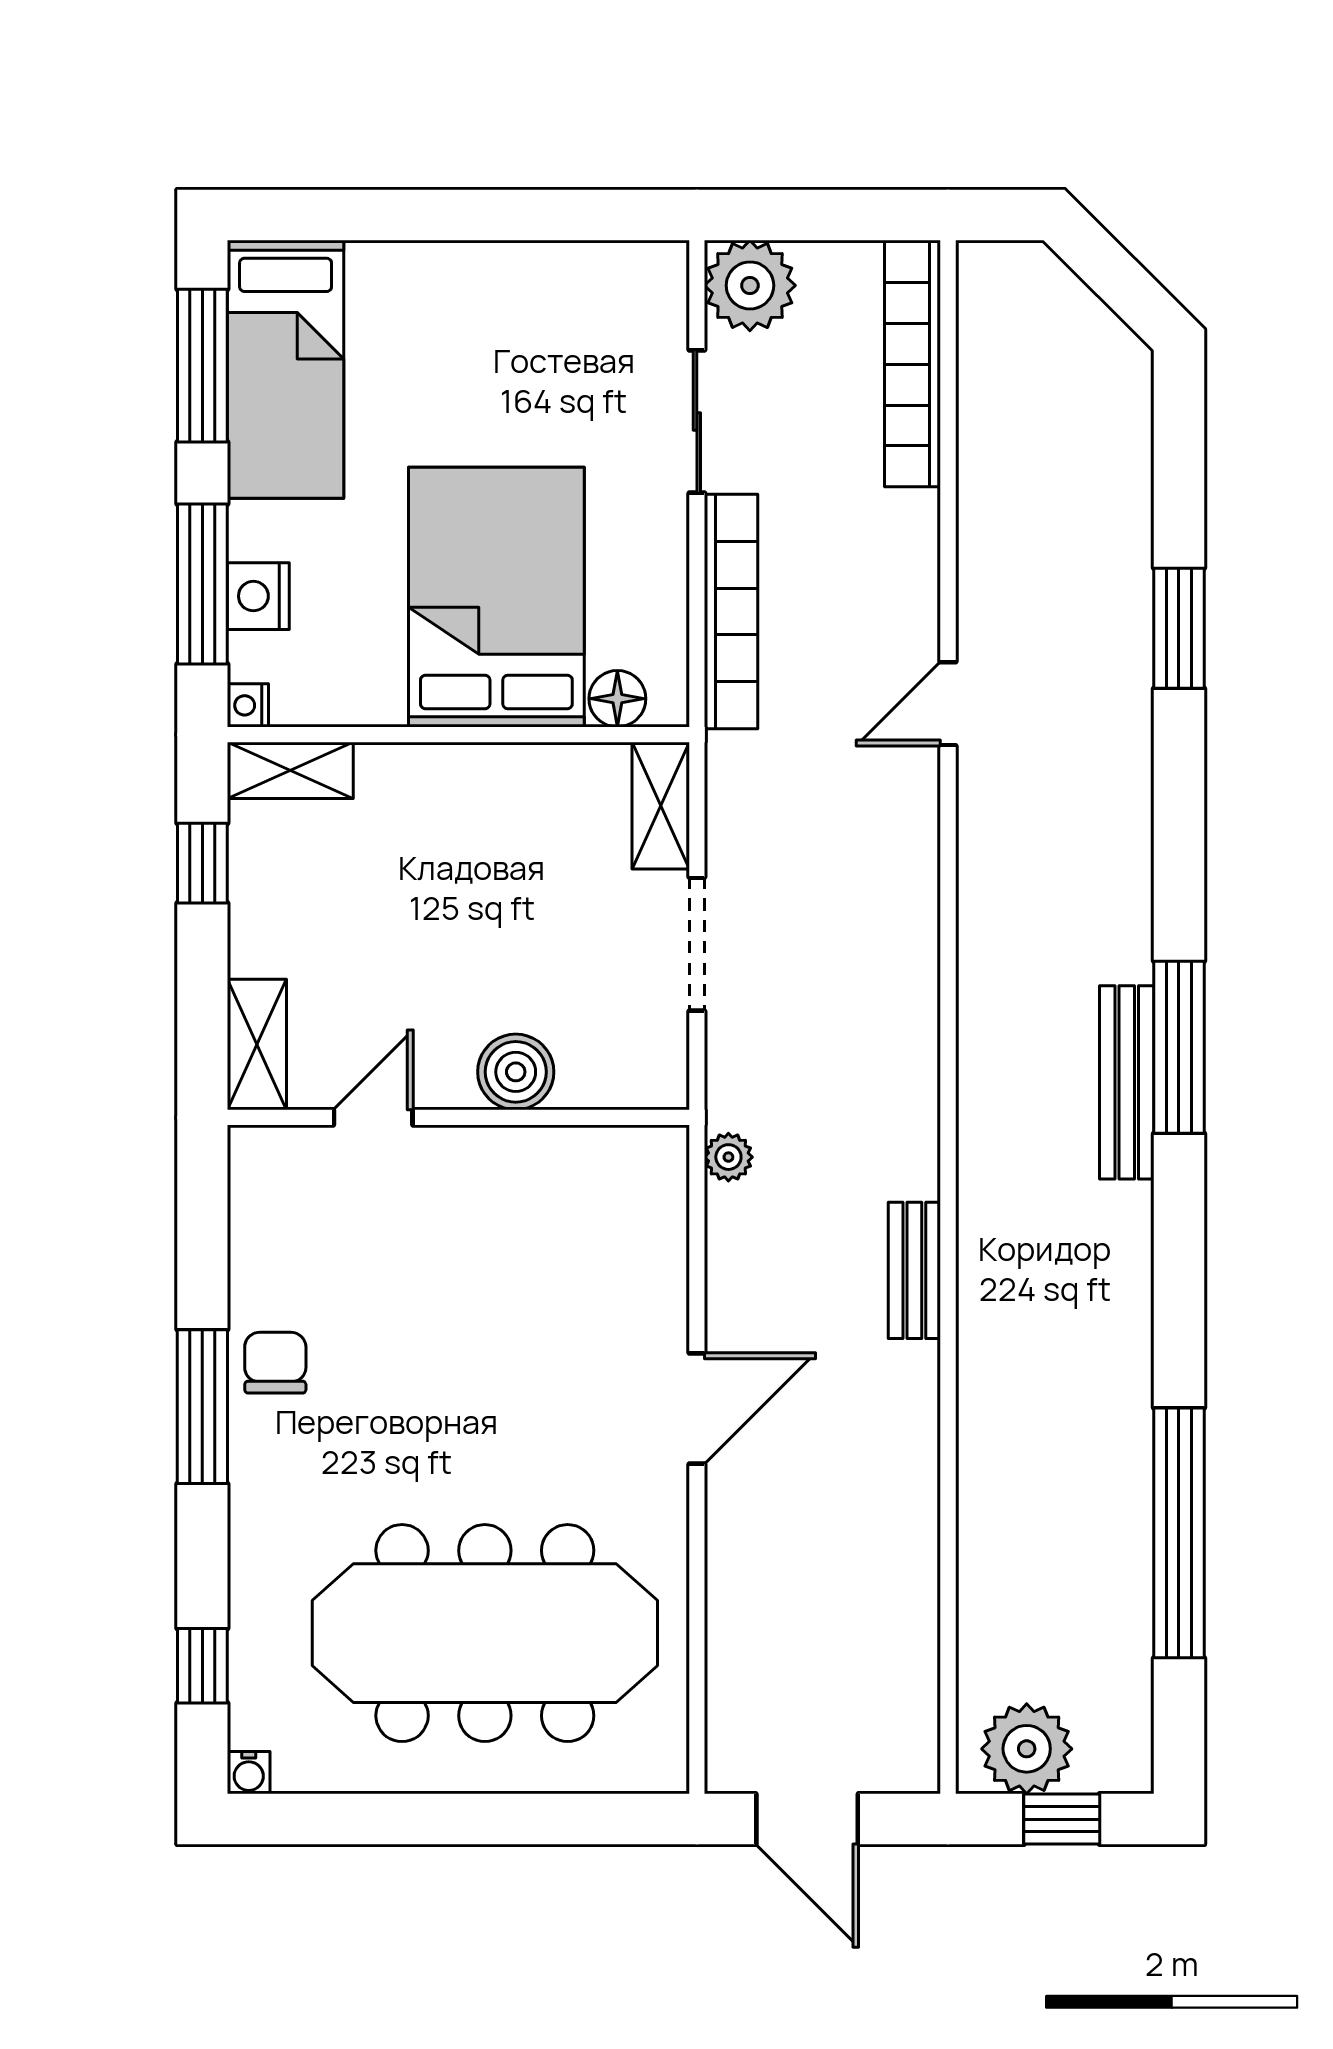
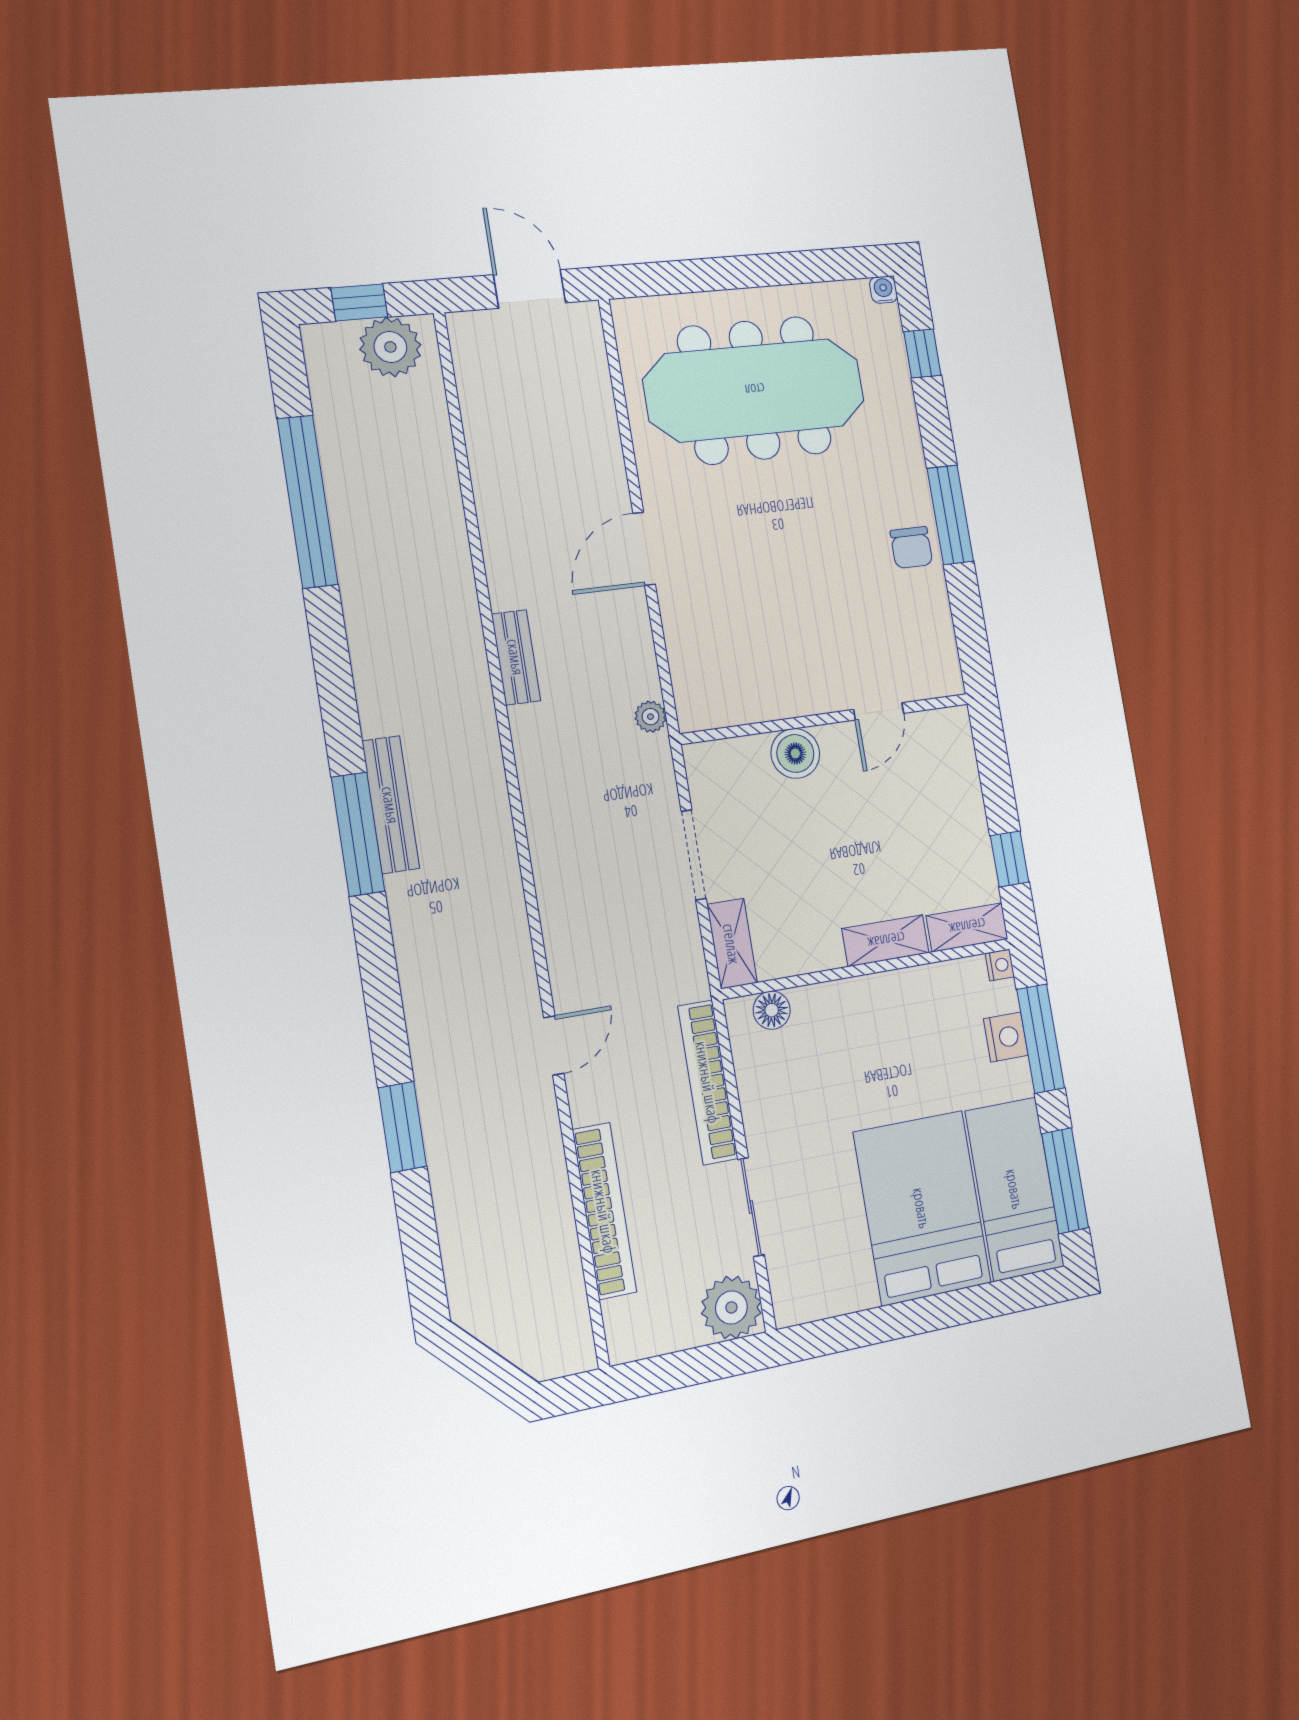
bookcase: (913, 364) -> (604, 1211), moved
bed: (496, 597) -> (922, 1208), moved, turned 180
shelving: (257, 1045) -> (886, 941), moved, turned 90

